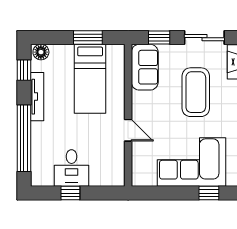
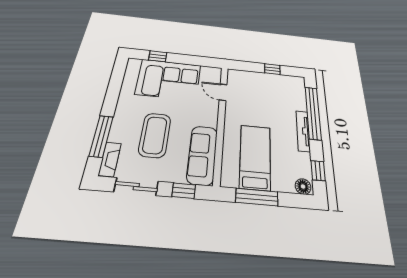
window: (88, 38) -> (257, 197), width x1.44
sofa: (145, 67) -> (202, 155), width x1.36
tv unit: (37, 97) -> (303, 131), moved
door: (128, 130) -> (223, 92), moved
desk: (71, 168) -> (272, 86), removed

